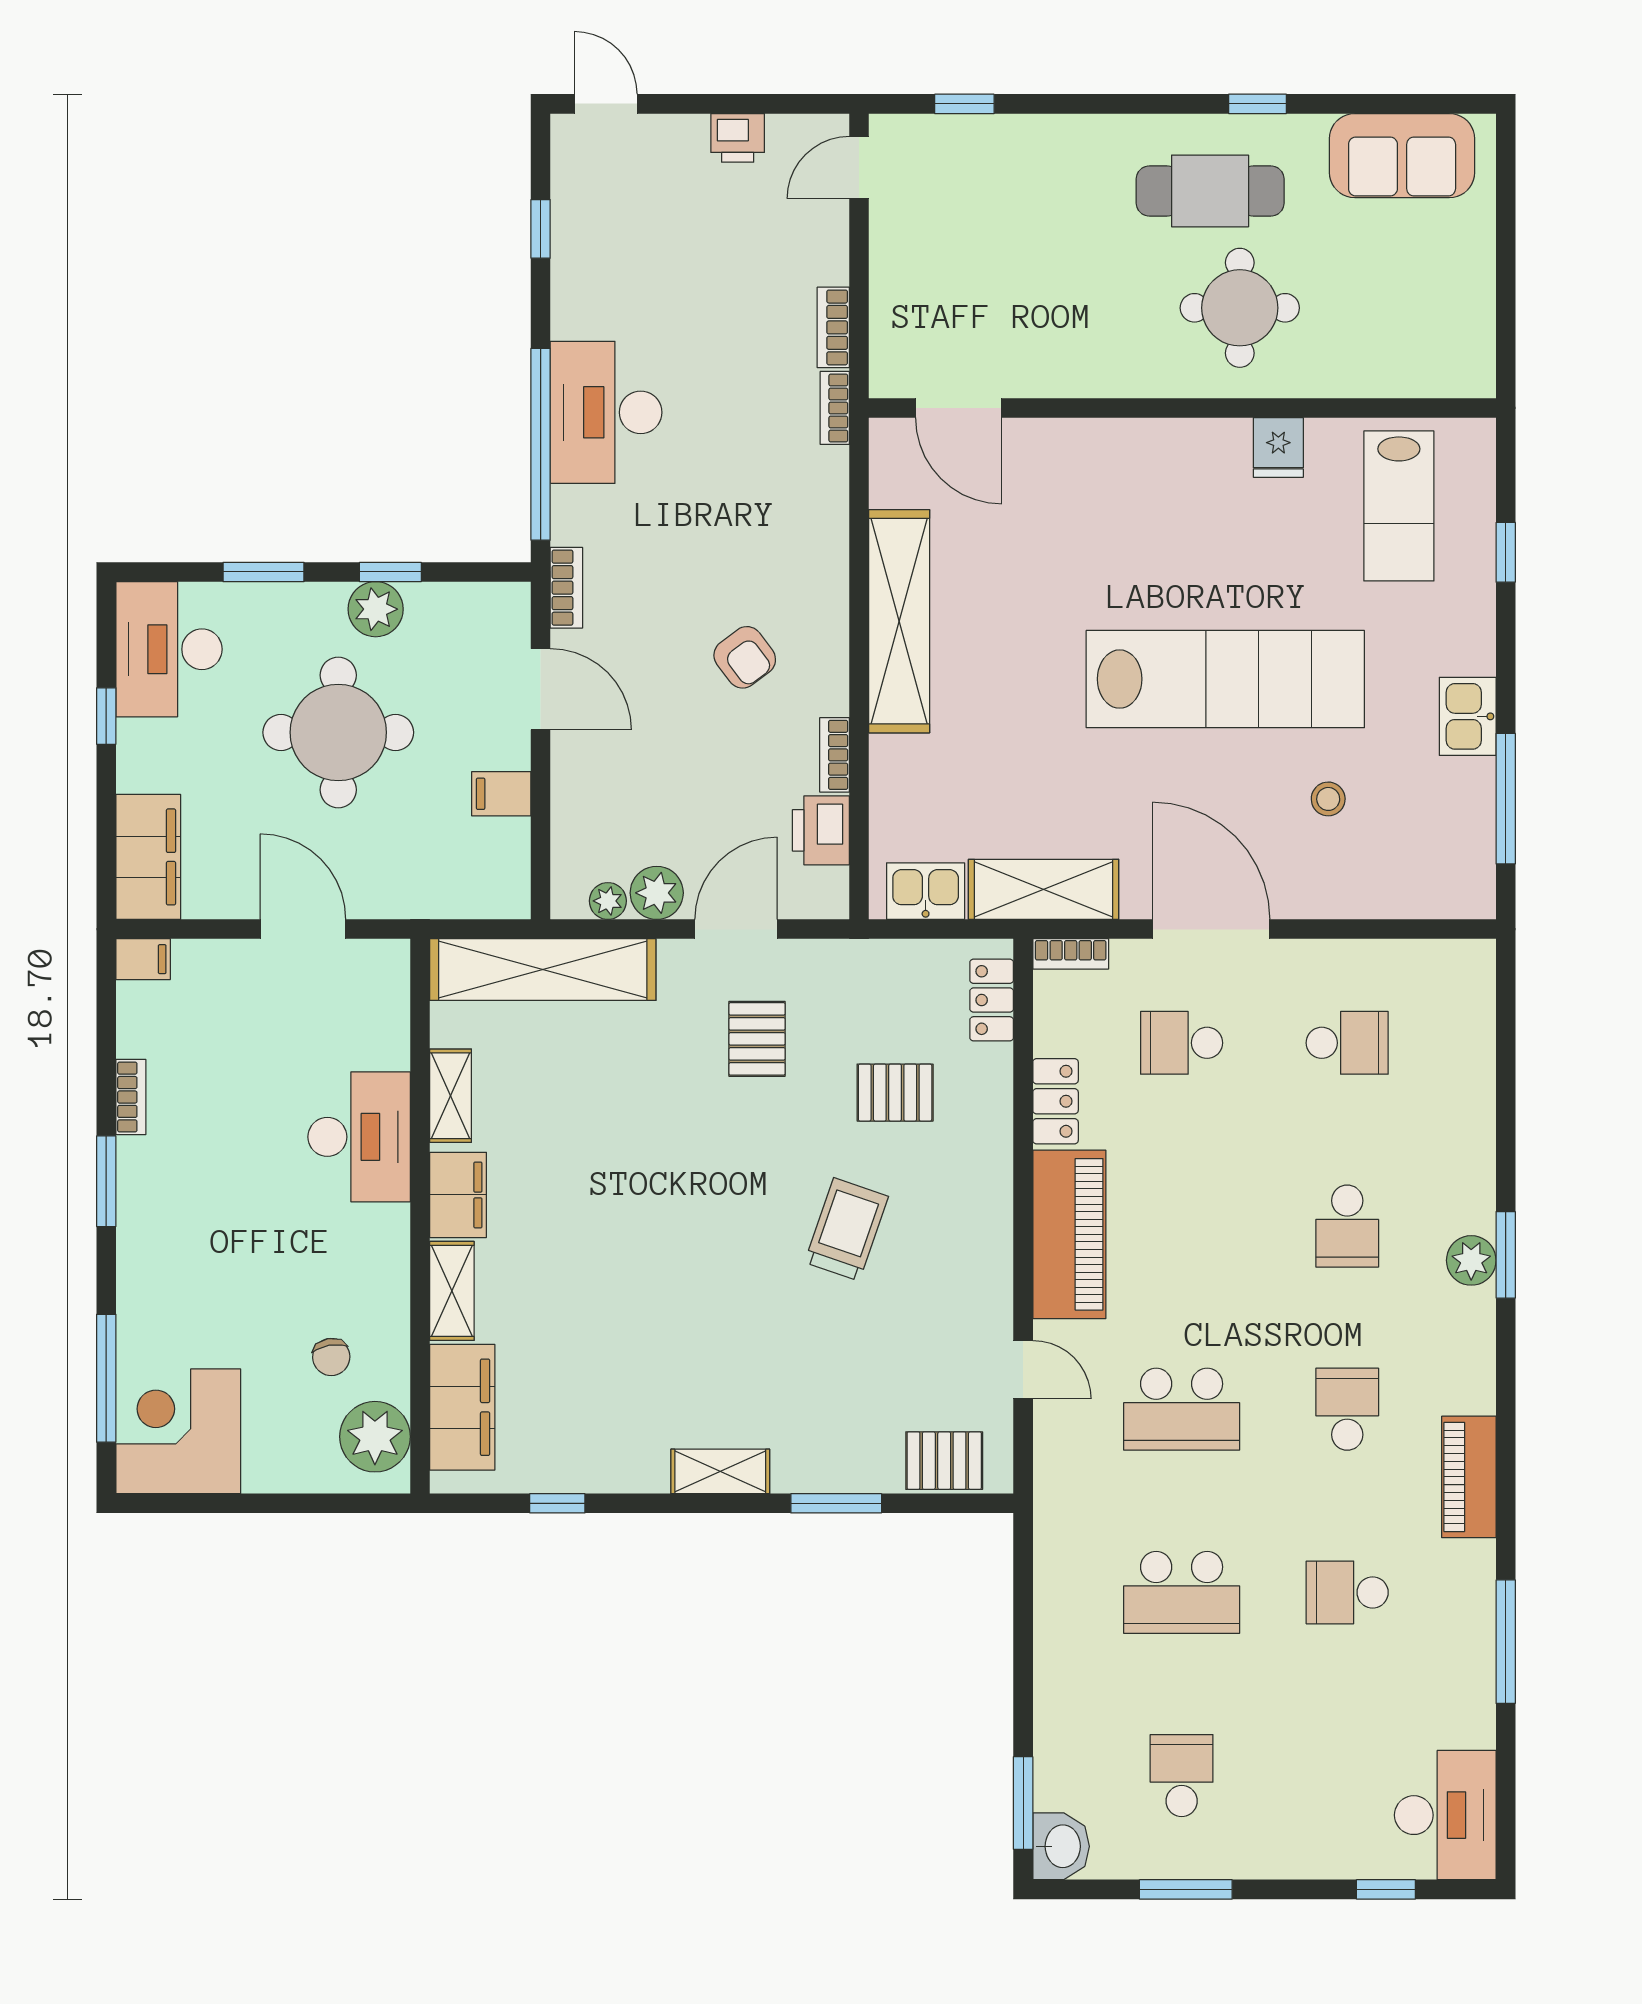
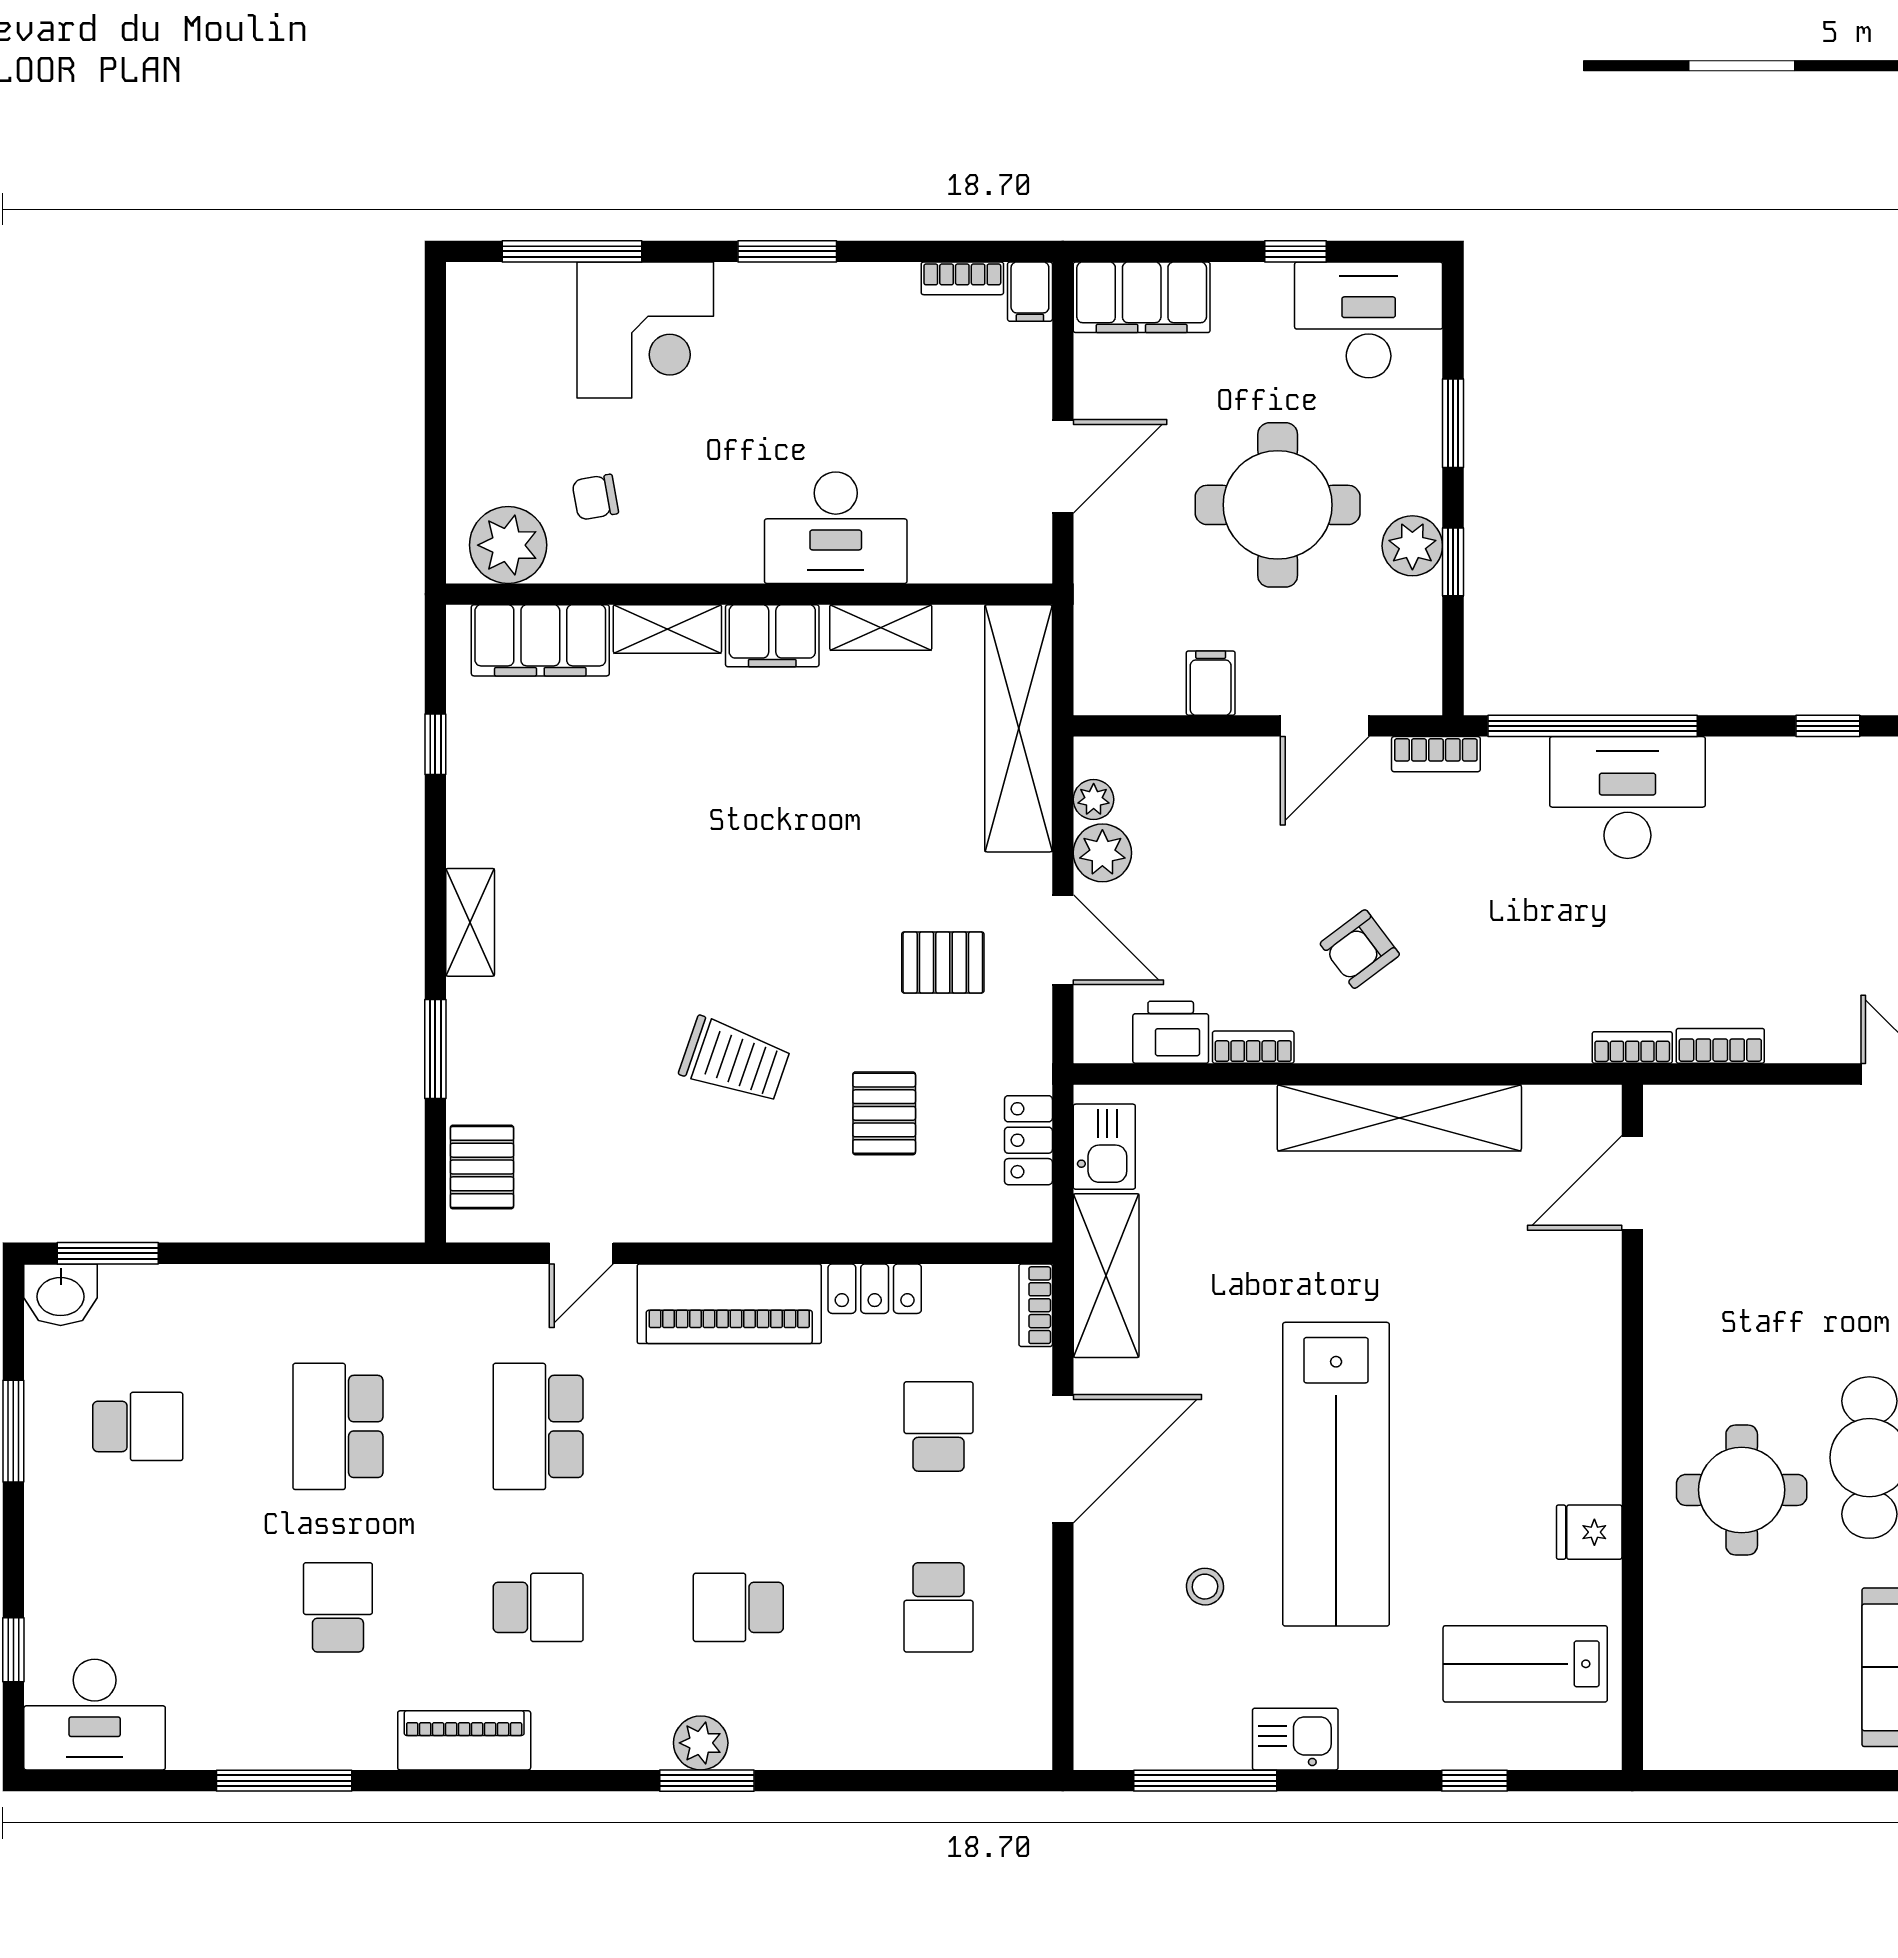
locker: (992, 1000) -> (1028, 1140), moved, turned -90
bookcase: (131, 1097) -> (962, 278), moved
corner desk: (178, 1431) -> (645, 330), moved, turned 90

